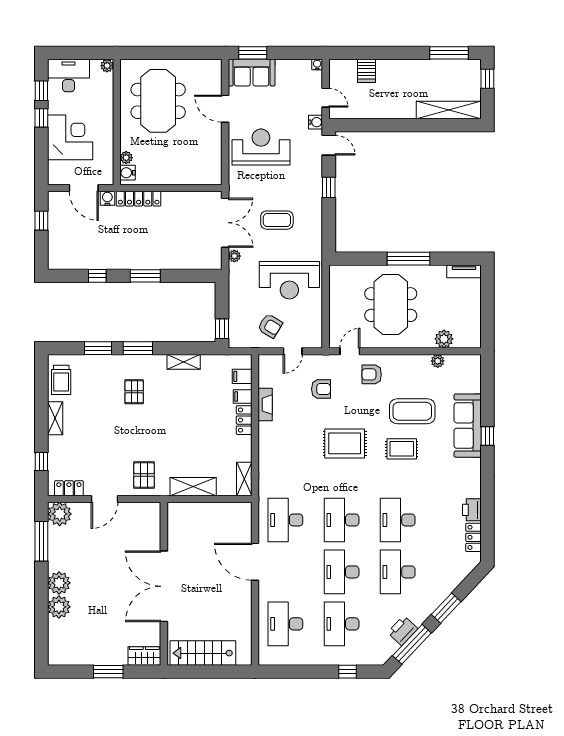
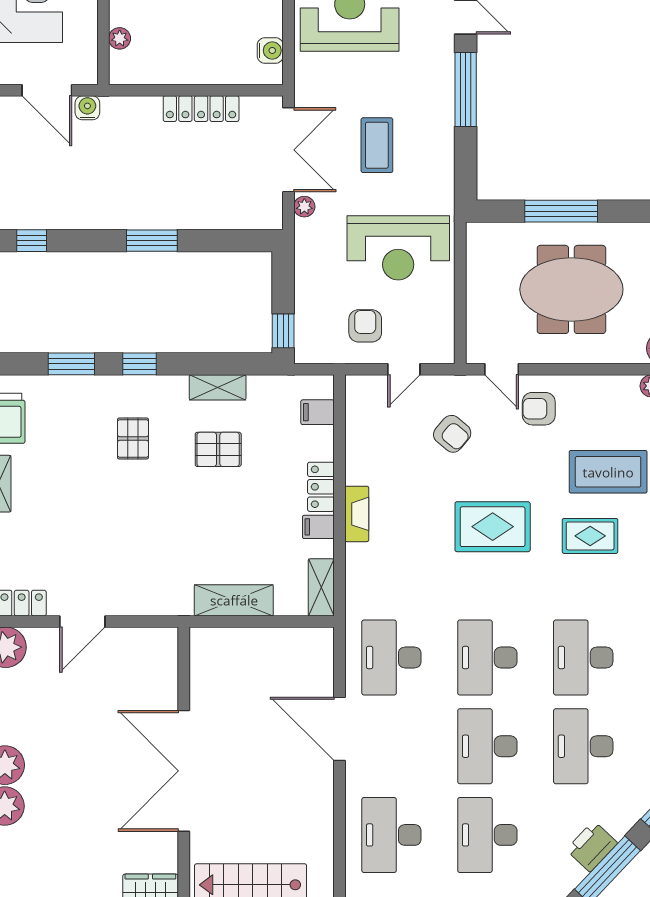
water cooler: (127, 173) -> (270, 50), moved, turned 180
window: (329, 187) -> (466, 89), width x2.17
locker: (139, 199) -> (201, 109), moved
coffee table: (277, 220) -> (377, 145), turned 90
window: (409, 259) -> (561, 211), moved
window: (97, 276) -> (32, 241), moved
meeting table: (391, 305) -> (571, 289), turned 90
armchair: (270, 326) -> (365, 326), turned -121
window: (138, 348) -> (139, 364), width x0.67
door: (350, 351) -> (502, 369), swing flipped
armchair: (321, 389) -> (452, 434), turned 40
filing cabinet: (243, 397) -> (318, 527), moved
fireplace: (265, 405) -> (357, 514), moved
pallet: (144, 475) -> (218, 449), moved, turned 90

